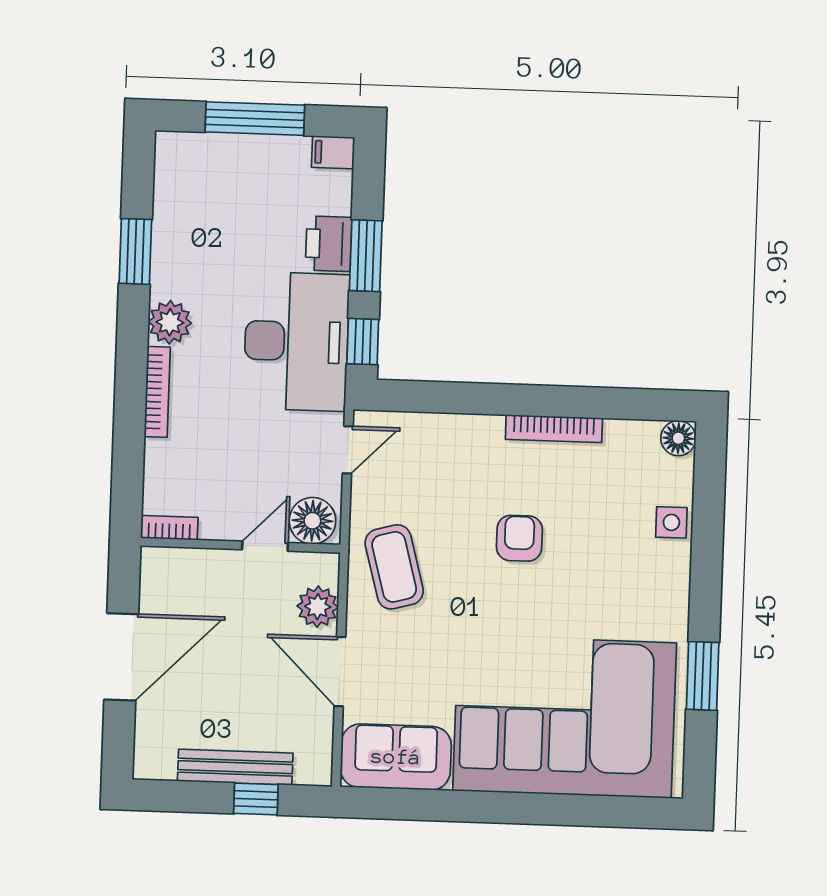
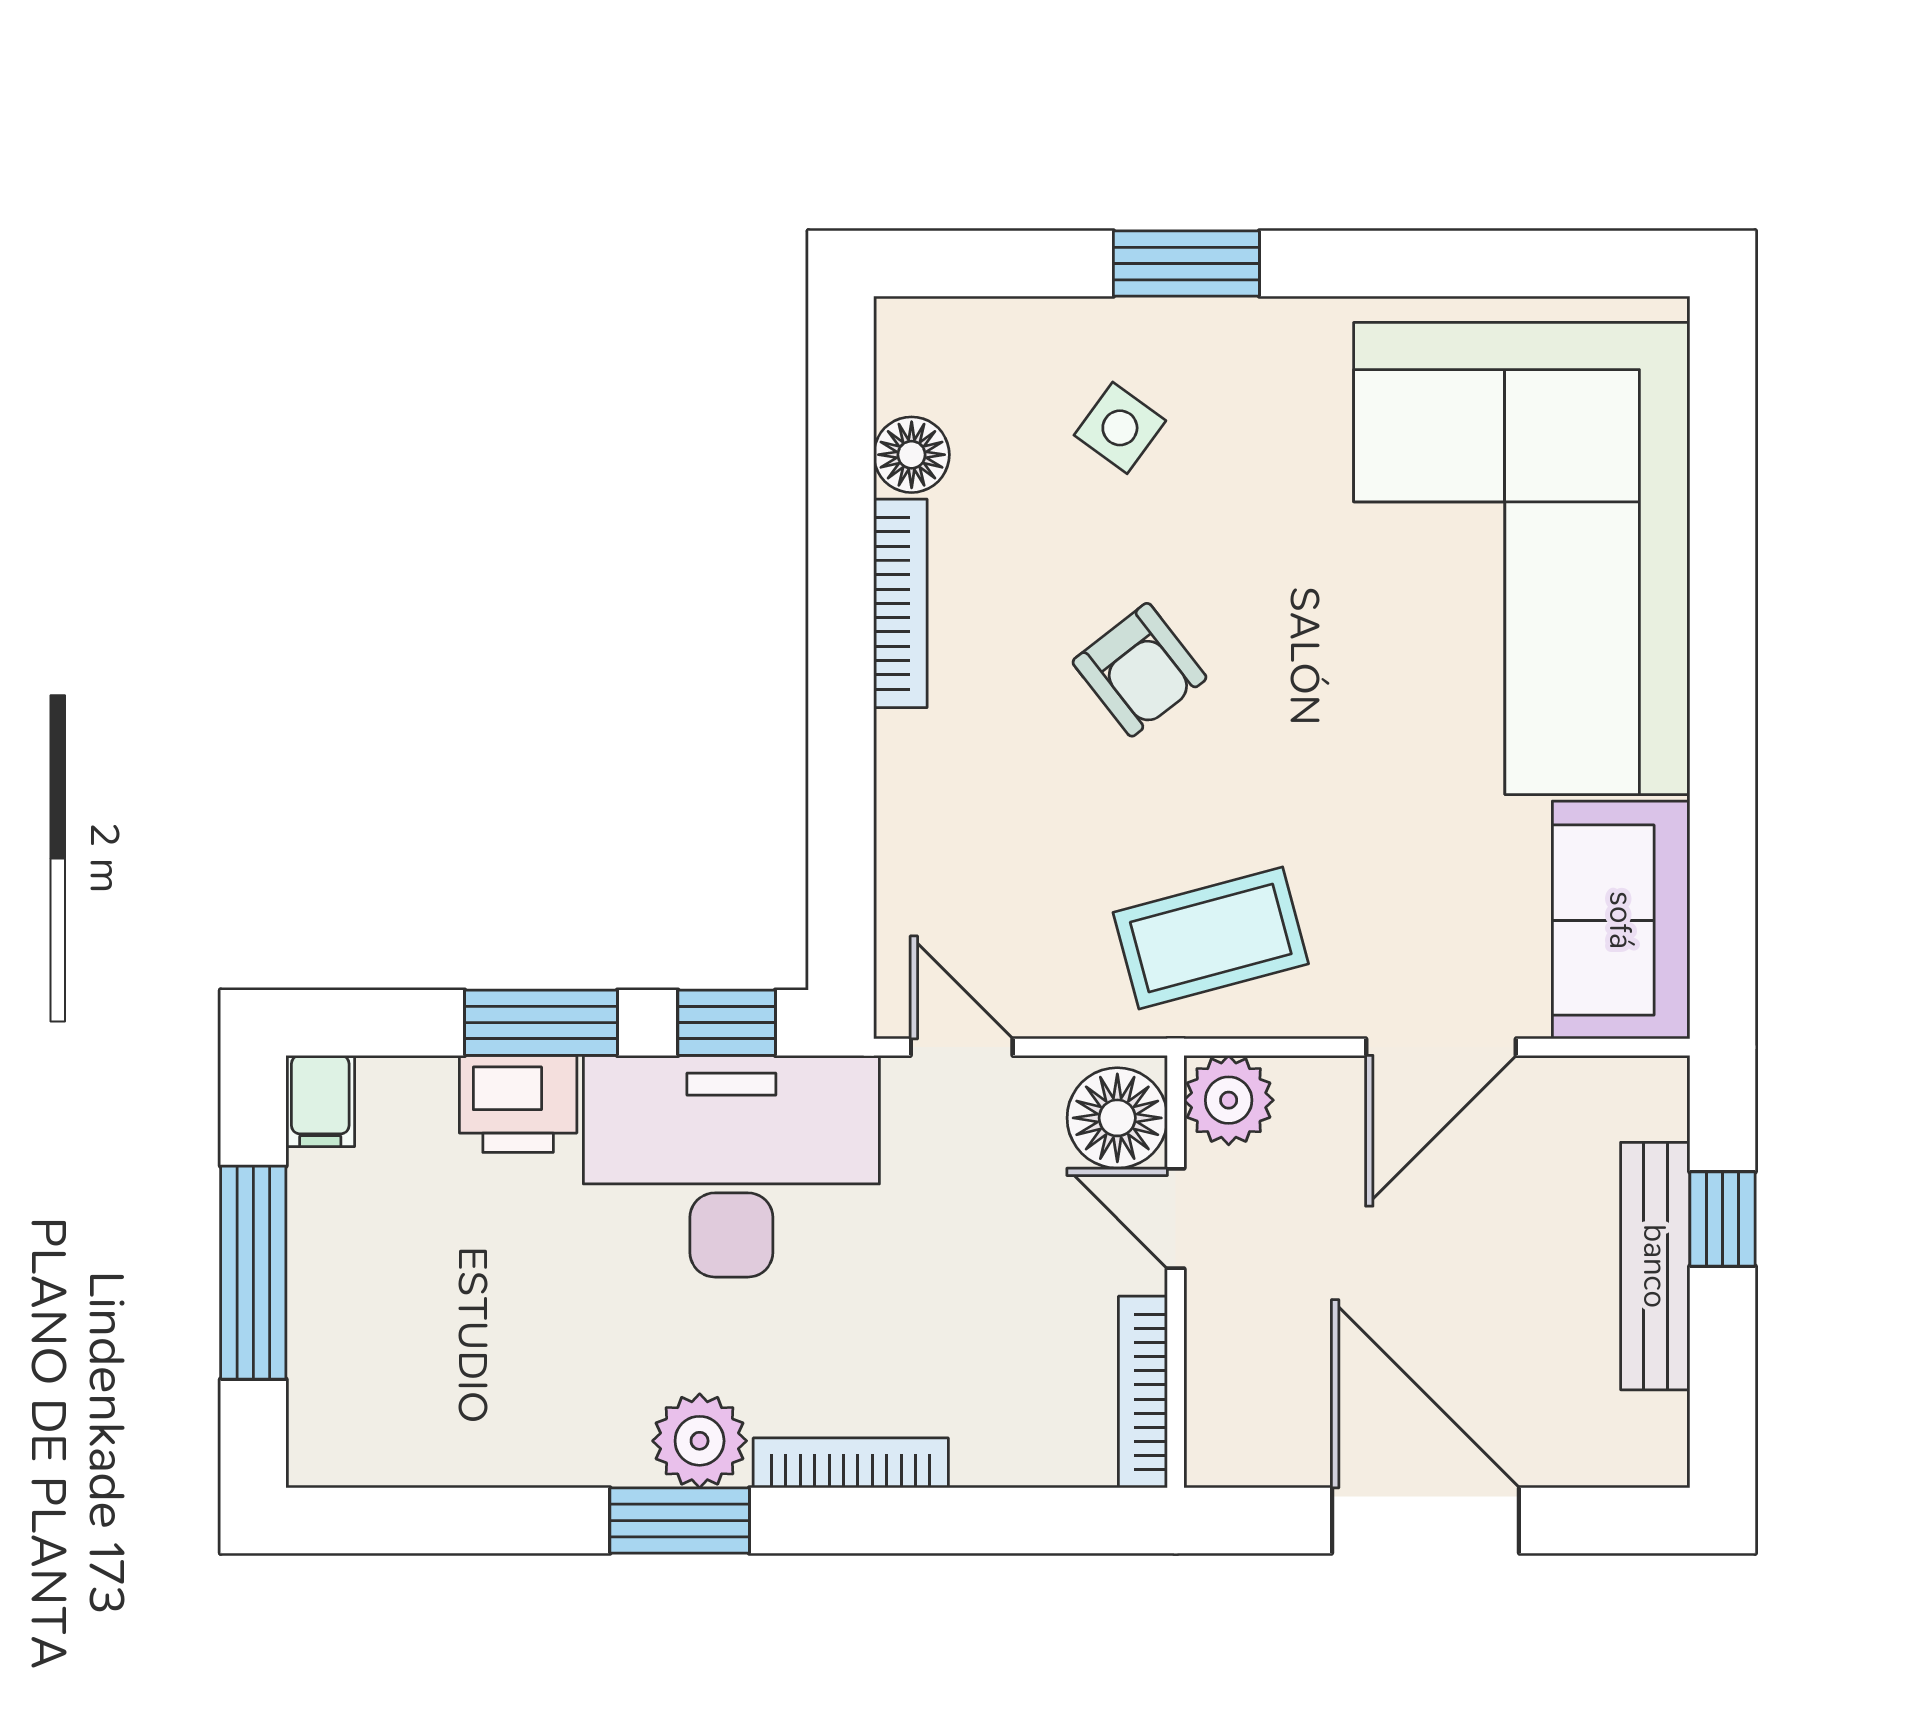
window: (135, 251) -> (680, 1521), moved
floor lamp: (678, 438) -> (912, 455), moved
side table: (671, 522) -> (1120, 428), moved, turned 36
bookcase: (169, 528) -> (1143, 1392), width x1.56
armchair: (519, 538) -> (1139, 670), turned -128
plant: (318, 607) -> (1229, 1100), moved
window: (703, 676) -> (1186, 264), moved

